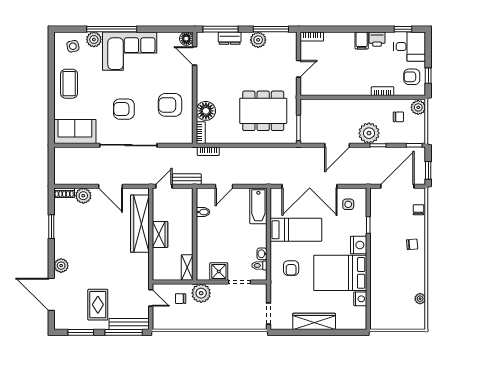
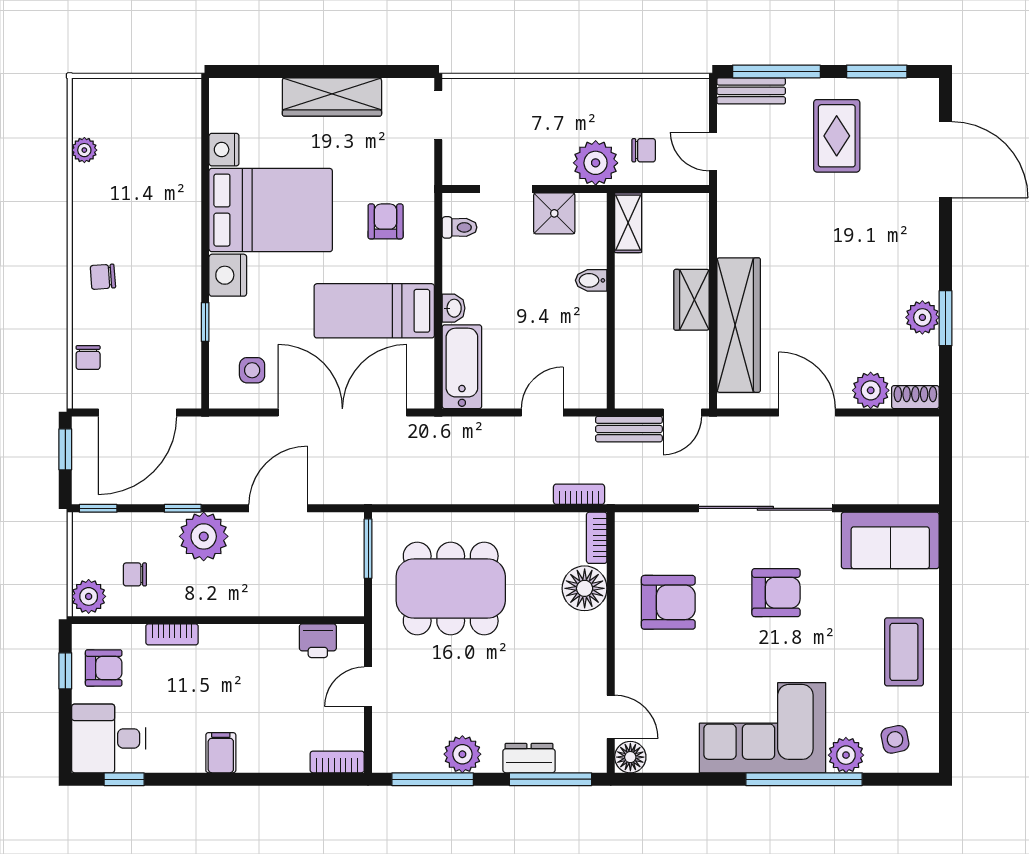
printer: (377, 39) -> (318, 641), moved, turned 180
bidet: (203, 212) -> (591, 280), moved
washbasin: (262, 254) -> (454, 308), moved
plant: (61, 266) -> (922, 317), moved
bench: (129, 324) -> (751, 91), width x0.73

